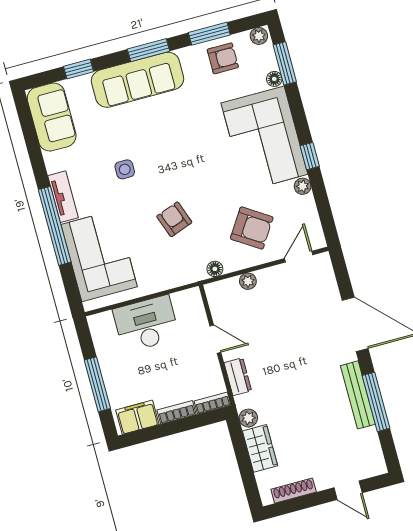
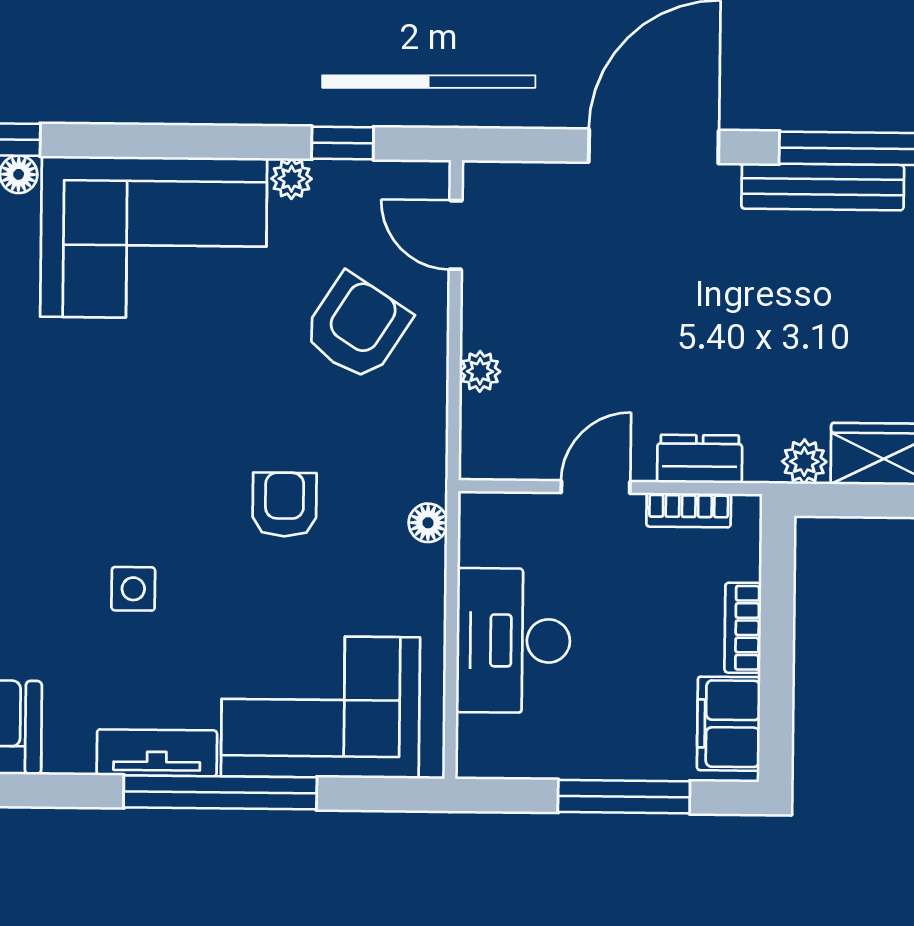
window: (310, 156) -> (343, 143), moved
armchair: (174, 219) -> (284, 505), turned 110
floor lamp: (215, 269) -> (428, 523), moved
bookcase: (213, 403) -> (689, 510), moved, turned -90

